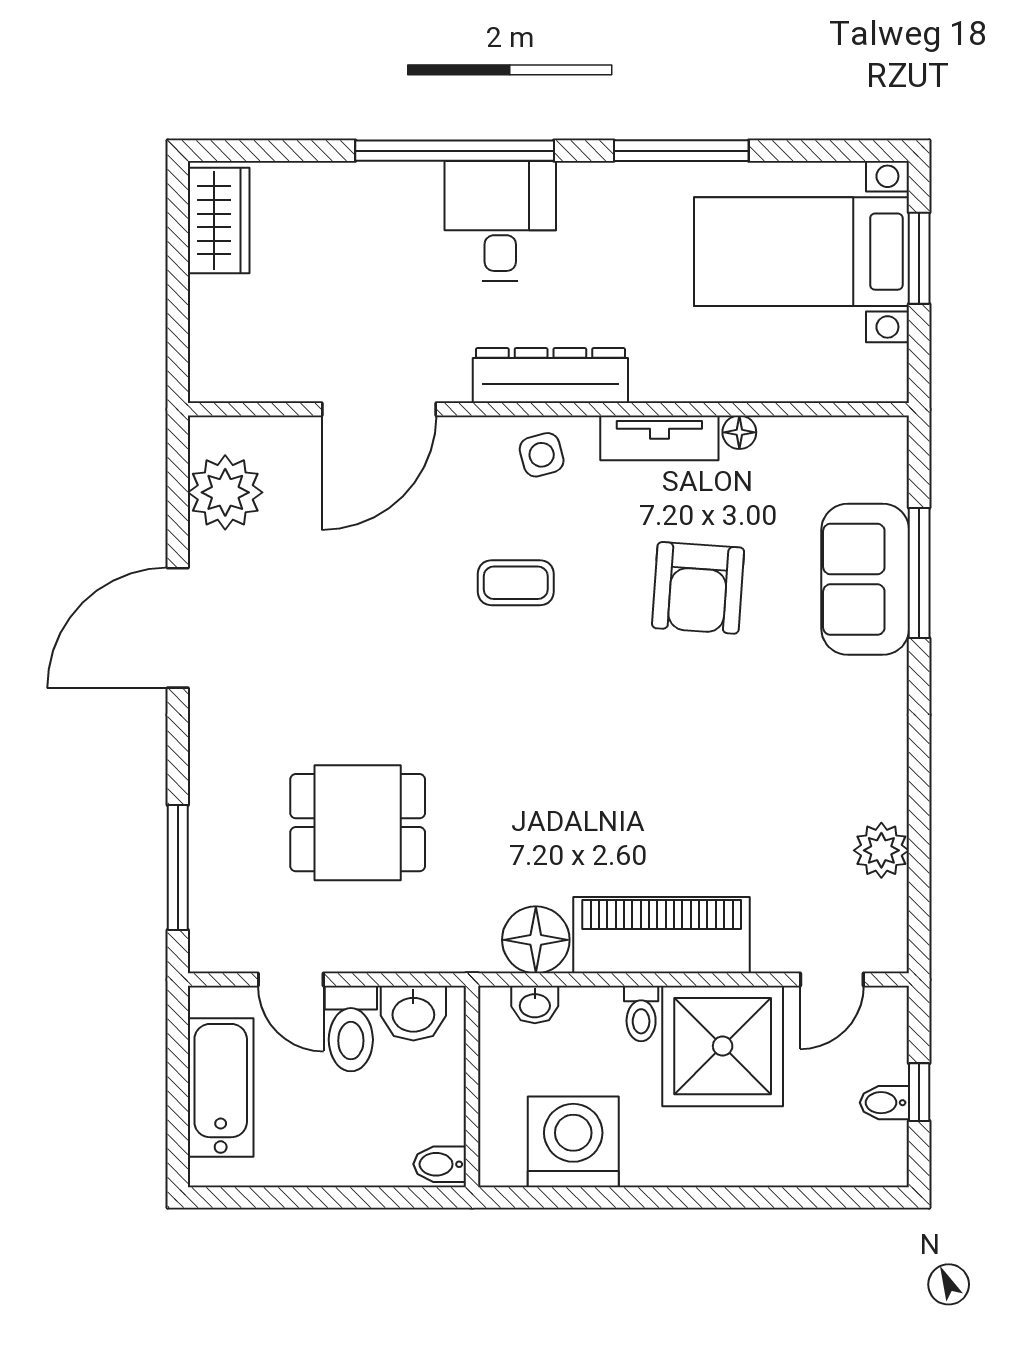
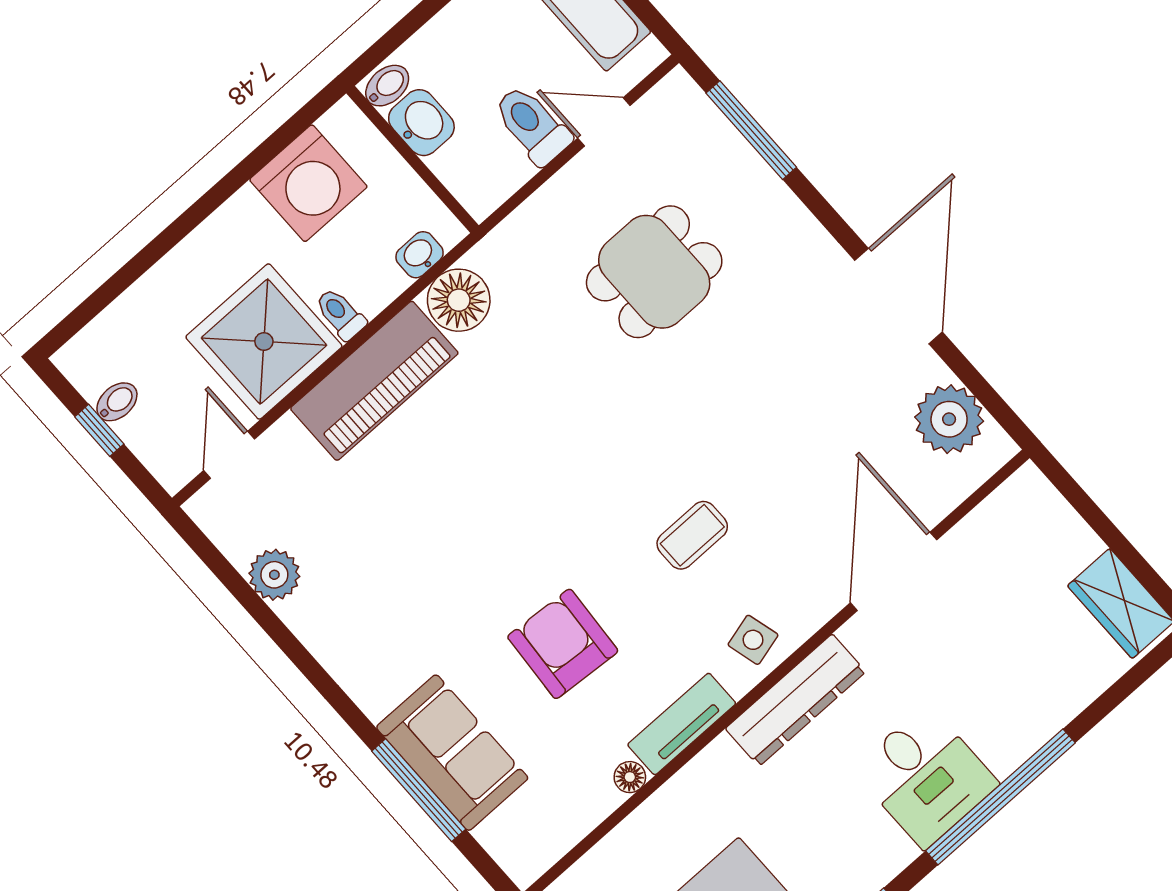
washbasin: (413, 1013) -> (421, 123), moved, turned 90

